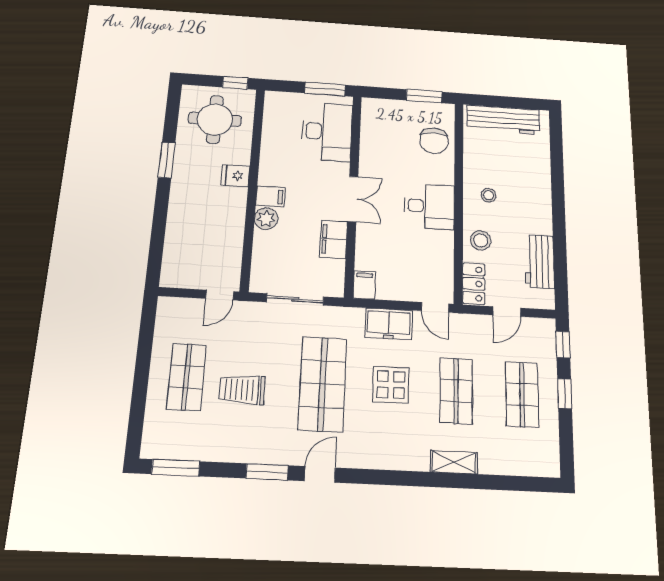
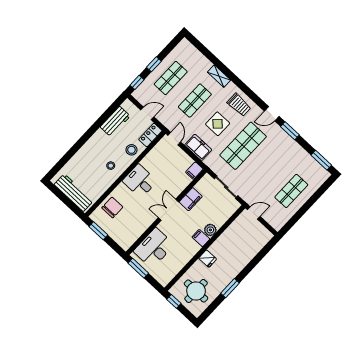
trolley: (242, 390) -> (239, 105), moved

